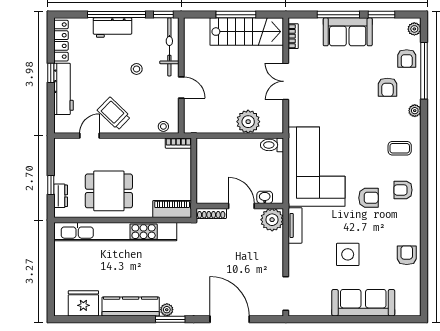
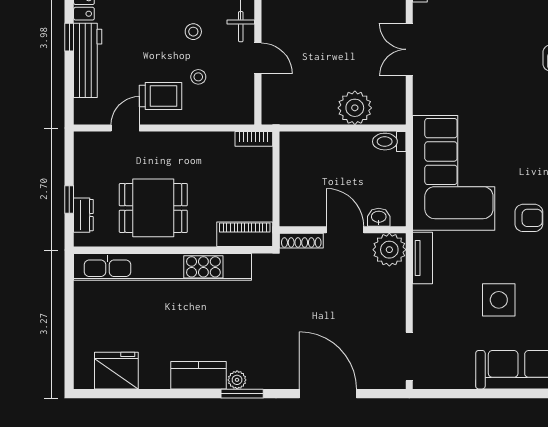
trolley: (114, 114) -> (161, 96), turned 136
stool: (163, 126) -> (198, 77), moved
kitchen counter: (131, 306) -> (199, 375), width x0.67

